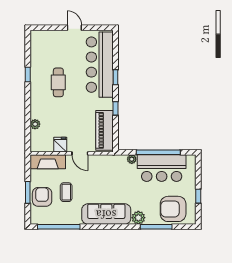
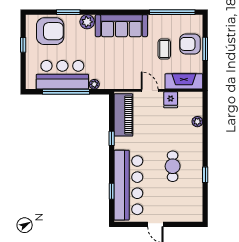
window: (115, 77) -> (112, 191), moved
armchair: (42, 197) -> (190, 44), turned 90
window: (156, 227) -> (68, 12), width x0.69

